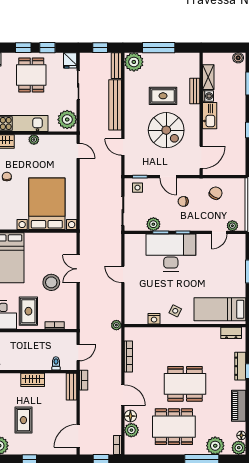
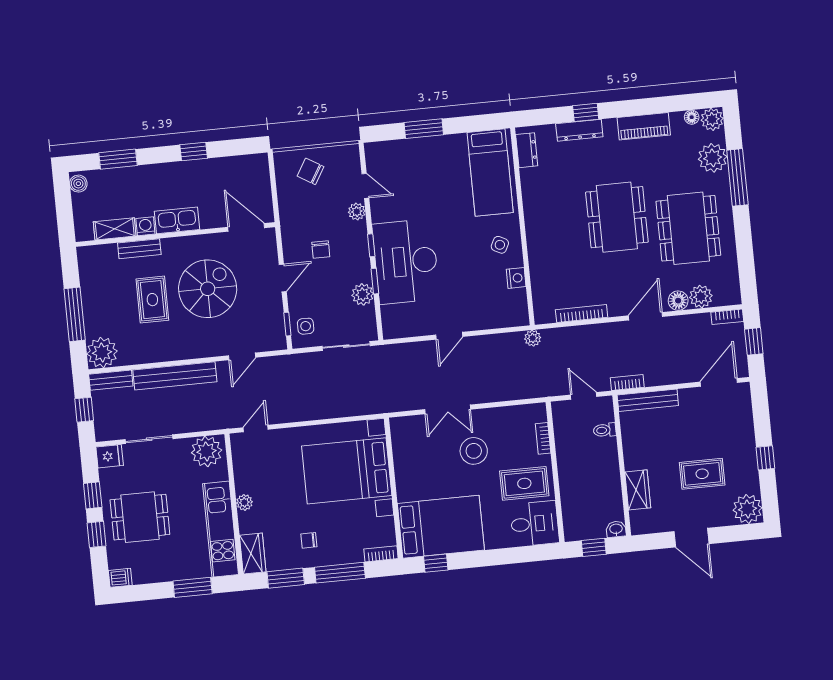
chair: (216, 193) -> (311, 171), moved
plant: (232, 226) -> (357, 212), moved
wardrobe: (33, 380) -> (638, 490), moved
bench: (72, 387) -> (648, 400), width x1.36
door: (78, 436) -> (719, 382), swing flipped

